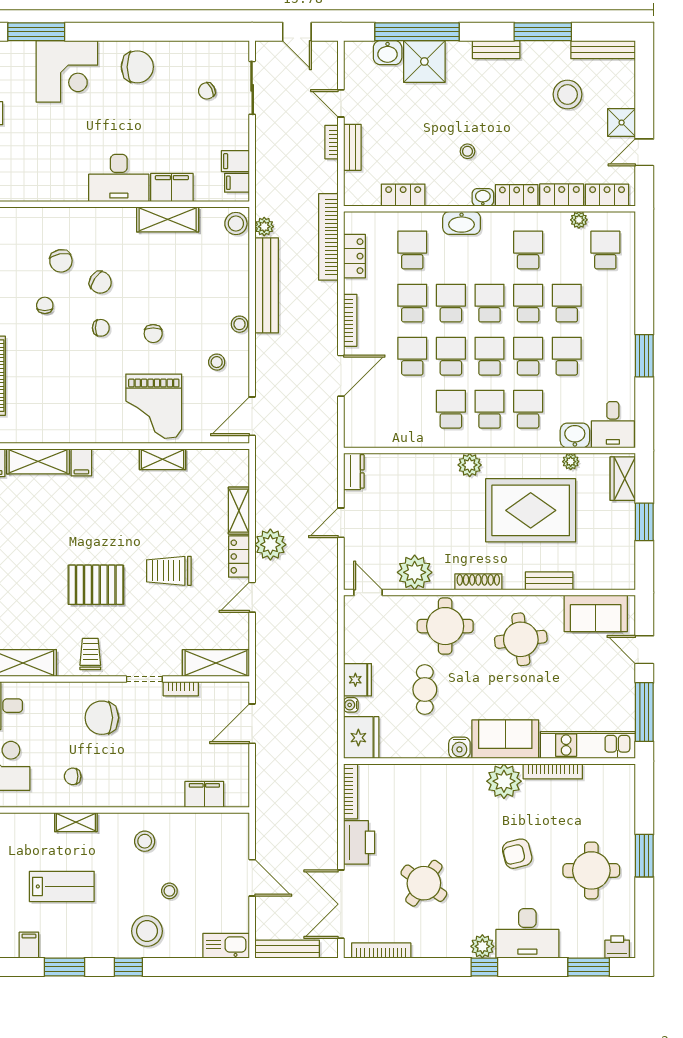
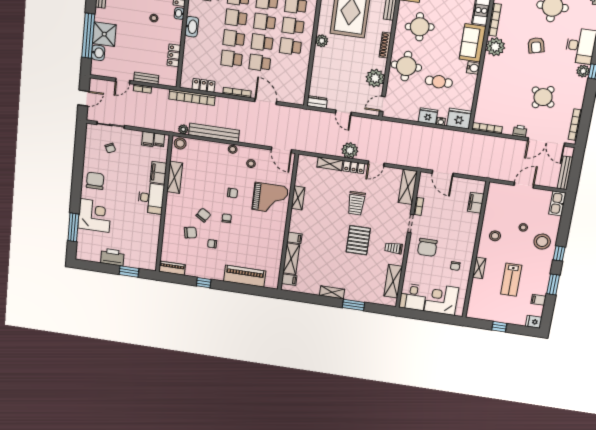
school desk: (412, 250) -> (203, 55), removed
door: (252, 597) -> (376, 164), hinge flipped
printer: (359, 842) -> (520, 131), width x0.53, depth x0.68
lab bench: (62, 886) -> (511, 280), turned 180

